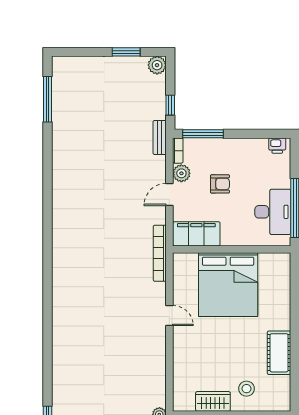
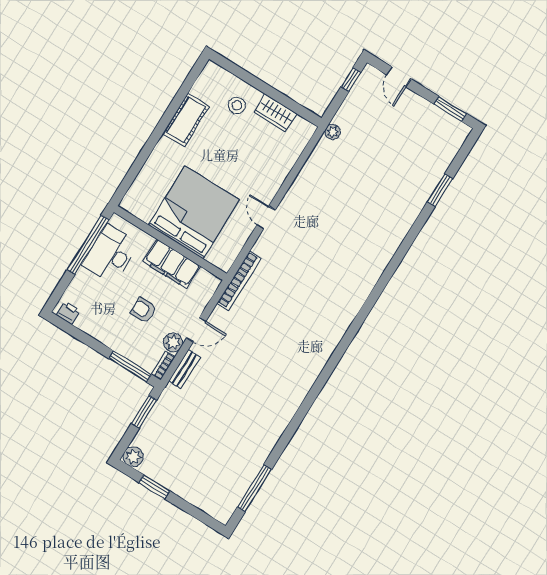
window: (170, 105) -> (144, 412), width x1.50
bench: (160, 137) -> (184, 369), moved
filing cabinet: (196, 234) -> (172, 264), moved

